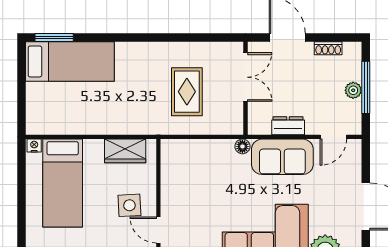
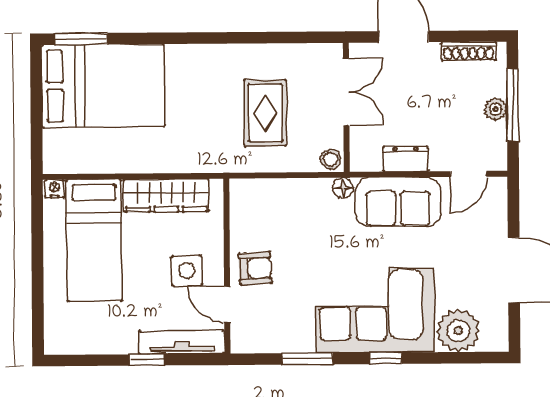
shoe rack: (328, 48) -> (469, 51), width x1.43
bed: (70, 61) -> (103, 86), width x1.50
stool: (234, 126) -> (331, 159), added
wardrobe: (125, 151) -> (166, 195), width x1.50
armchair: (179, 204) -> (255, 268), added

